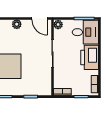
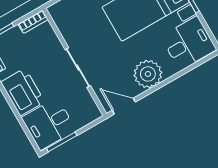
plant: (17, 24) -> (148, 74), width x1.88, depth x1.88
plant: (58, 25) -> (93, 112), removed

